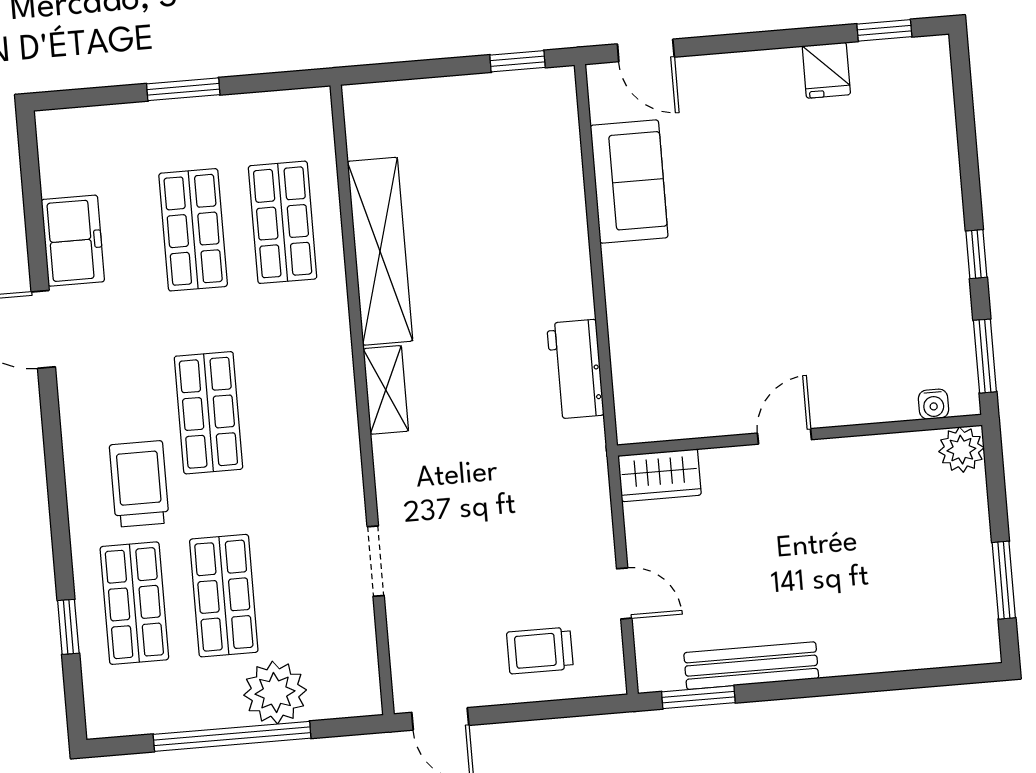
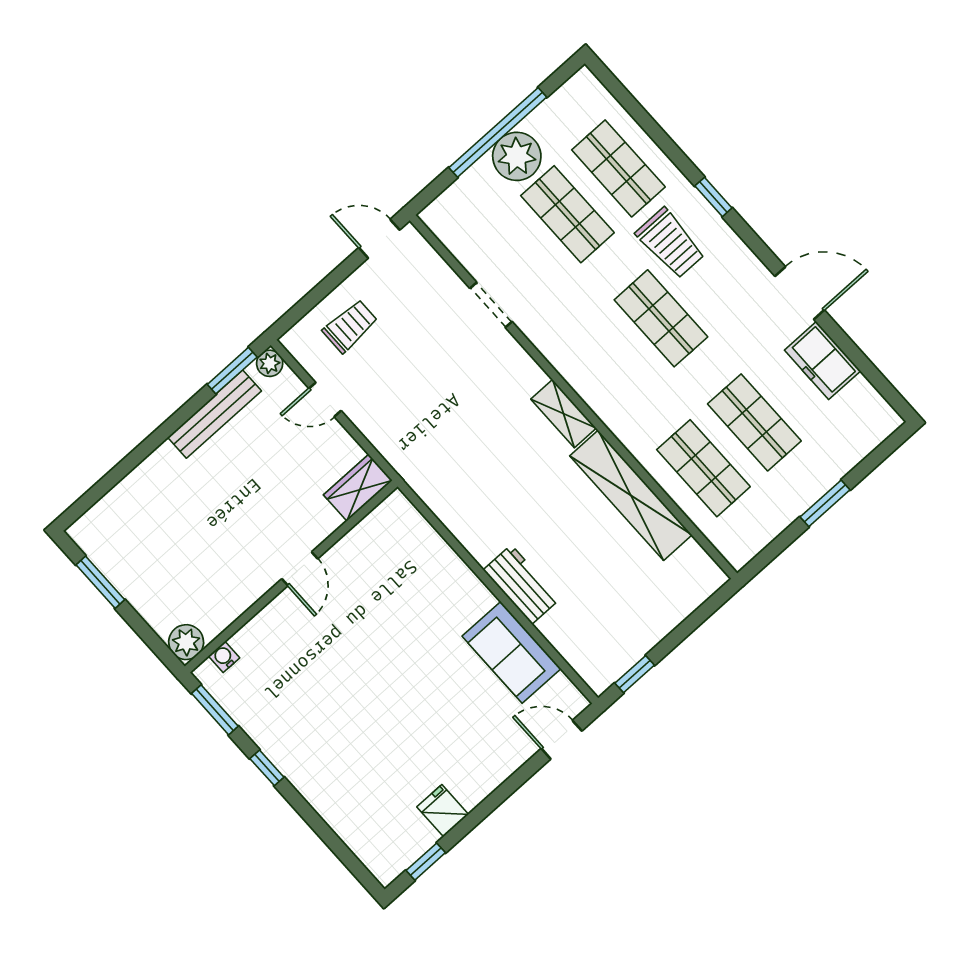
workbench: (575, 369) -> (522, 585), moved
window: (68, 627) -> (713, 197), moved
plant: (653, 675) -> (270, 363), added
plant: (275, 693) -> (517, 156), moved

